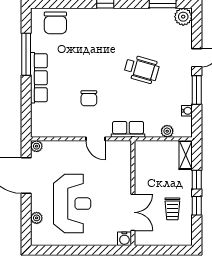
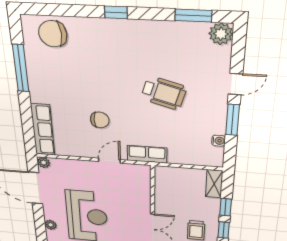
chair: (55, 23) -> (53, 34), turned 86
row of seats: (39, 78) -> (43, 130), moved
chair: (89, 98) -> (100, 120), turned -90
plant: (167, 131) -> (193, 159), removed
door: (95, 139) -> (109, 161), swing flipped

